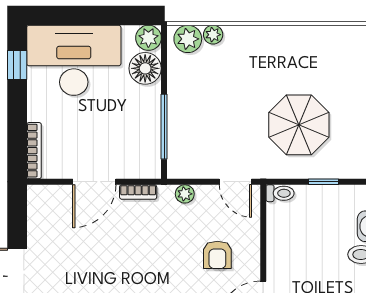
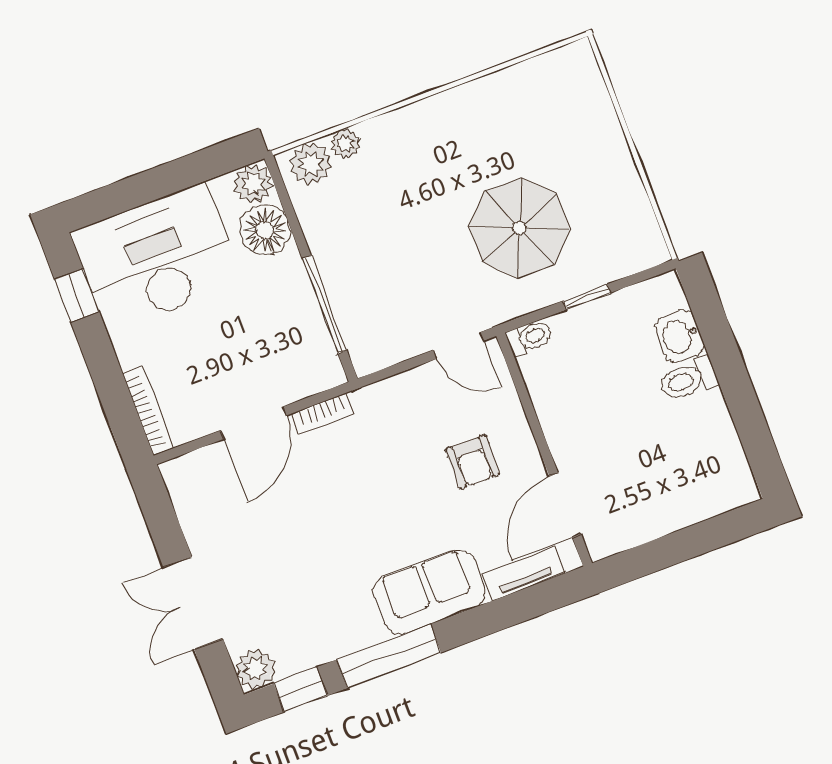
plant: (185, 194) -> (392, 391), removed

